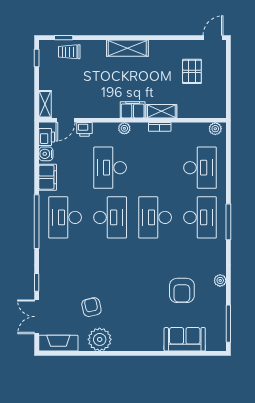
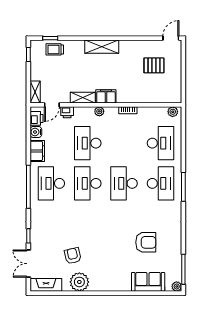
pallet: (192, 71) -> (154, 65), turned 90
shelving: (161, 111) -> (83, 98), moved
desk: (110, 217) -> (88, 183), turned 180
plant: (220, 280) -> (177, 287), moved
armchair: (182, 290) -> (146, 242), turned -90

